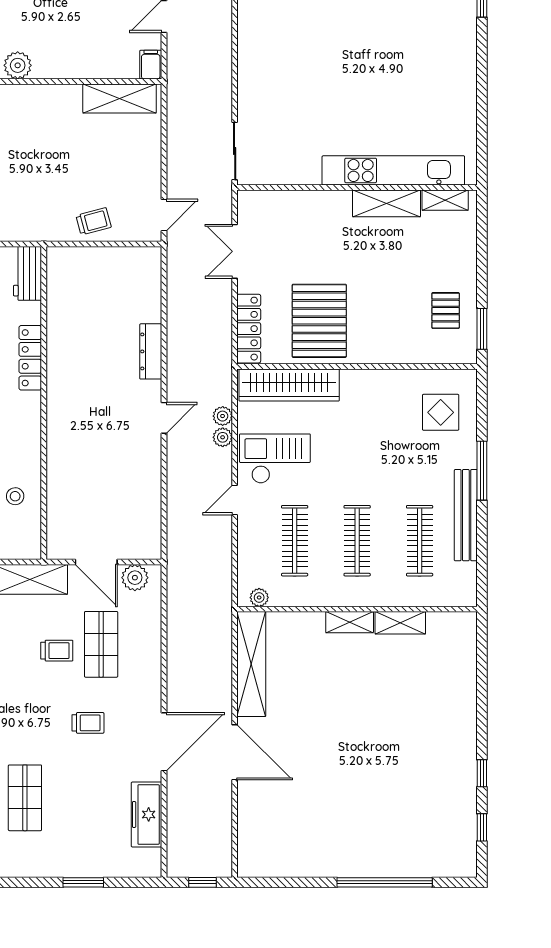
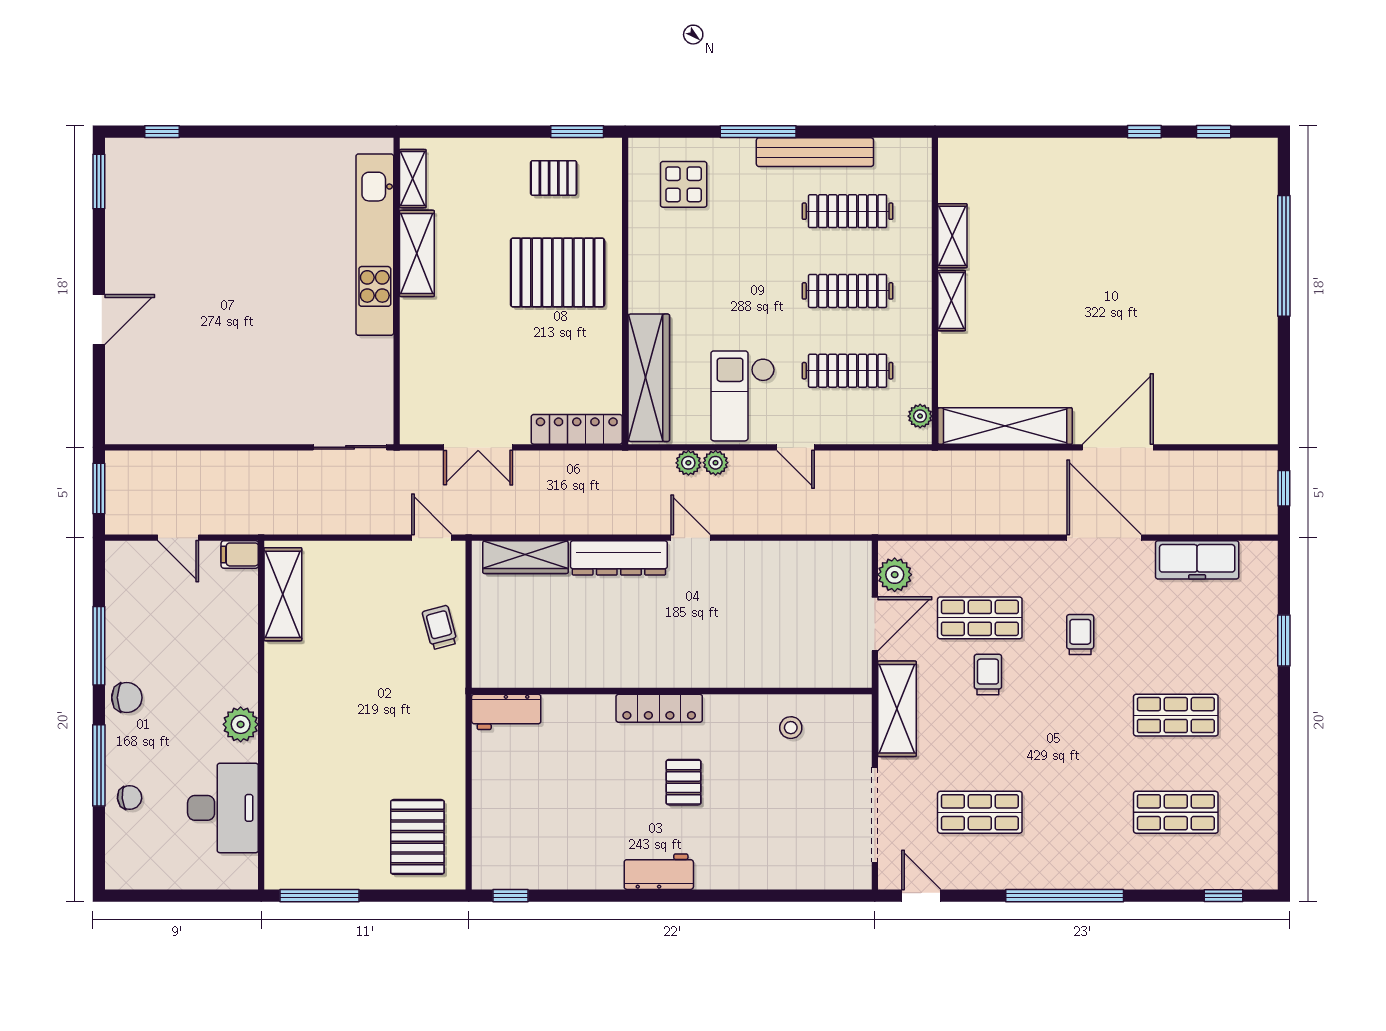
wardrobe: (149, 288) -> (525, 557), added
pallet: (319, 321) -> (558, 272), moved
dresser: (151, 351) -> (619, 558), width x1.37, depth x1.24
locker: (30, 358) -> (659, 708), moved

